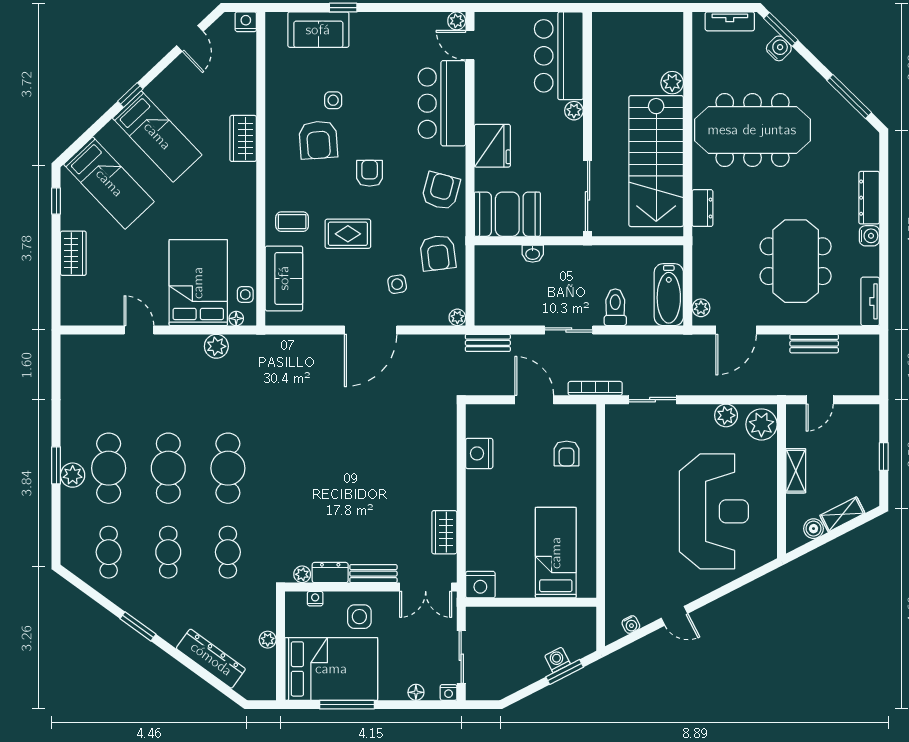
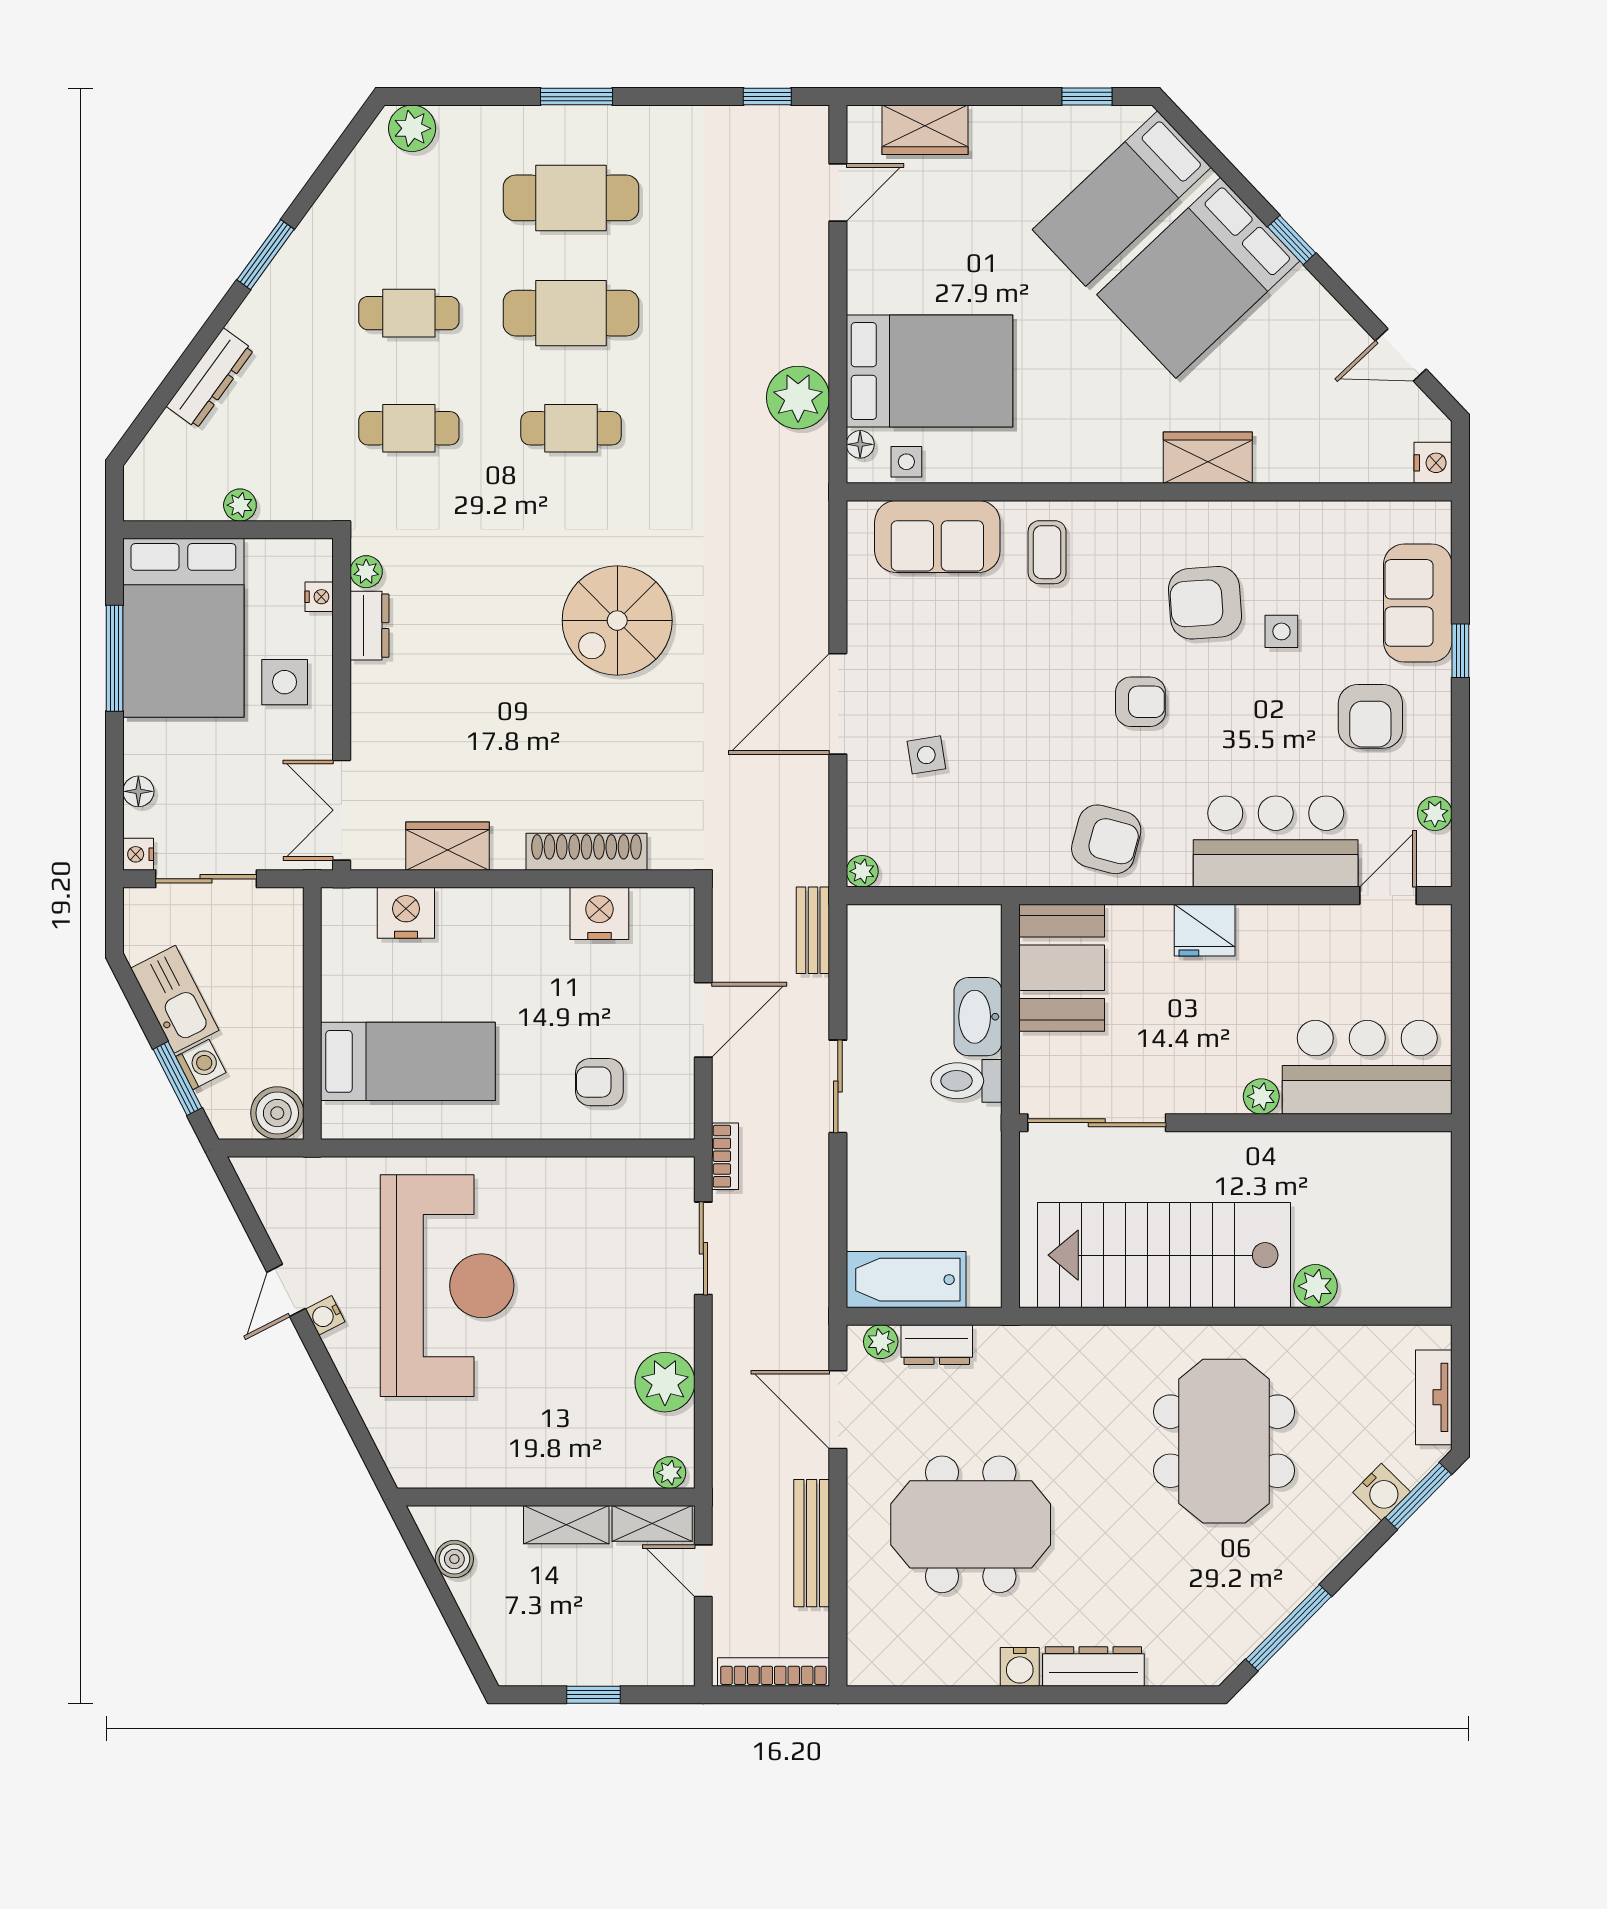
plant: (457, 21) -> (1435, 814), moved
meeting table: (752, 130) -> (1224, 1441), width x0.73
bed: (157, 136) -> (1198, 278), width x1.50
fridge: (492, 146) -> (1205, 930), width x0.73, depth x0.75
dresser: (702, 208) -> (937, 1345), moved
rug: (348, 234) -> (1024, 660), removed
wardrobe: (73, 253) -> (925, 130), moved
armchair: (438, 253) -> (1370, 716), moved, turned -83
washbasin: (533, 254) -> (978, 1017), width x1.91, depth x1.45
tv unit: (870, 301) -> (893, 1668), removed
toilet: (615, 307) -> (966, 1081), moved, turned 180
door: (139, 330) -> (838, 193), moved
door: (371, 330) -> (838, 704), hinge flipped
bench: (814, 344) -> (812, 1543), width x1.36
plant: (216, 346) -> (798, 398), width x1.36, depth x1.36
bookcase: (872, 363) -> (774, 1672), added
window: (56, 367) -> (767, 97), added
bookcase: (595, 388) -> (725, 1156), width x0.64
plant: (726, 415) -> (665, 1382), width x1.36, depth x1.36
plant: (761, 424) -> (670, 1473), width x0.53, depth x0.53
spiral stairs: (327, 444) -> (617, 621), added
shoe rack: (447, 460) -> (587, 852), added
cafe table: (228, 468) -> (571, 428), width x0.73, depth x0.74
plant: (73, 475) -> (412, 128), moved
reception desk: (714, 511) -> (447, 1286), moved, turned -90
shelving: (842, 514) -> (652, 1523), moved, turned -63
cafe table: (109, 552) -> (409, 198), removed
bench: (373, 574) -> (367, 709), removed
nightstand: (480, 585) -> (406, 913), moved, turned 90
boiler: (583, 620) -> (277, 1113), added
water cooler: (631, 625) -> (325, 1315), moved
dresser: (211, 659) -> (210, 378), width x0.73, depth x0.80
kitchen sink: (524, 673) -> (175, 999), added

